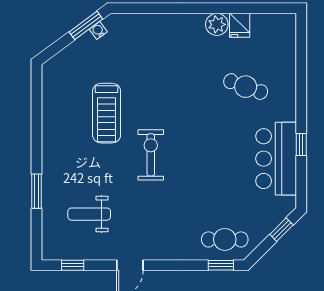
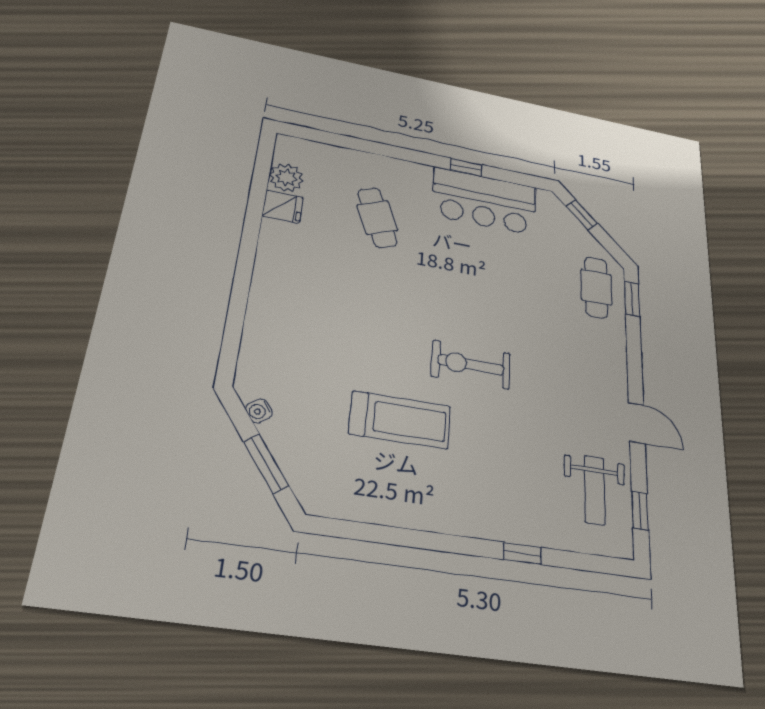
plant: (217, 24) -> (286, 178), moved
window: (86, 25) -> (266, 463), moved
cafe table: (246, 87) -> (377, 217), turned -42
window: (37, 191) -> (523, 553), width x0.67
weight bench: (89, 214) -> (595, 490), moved

